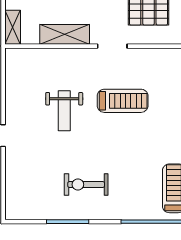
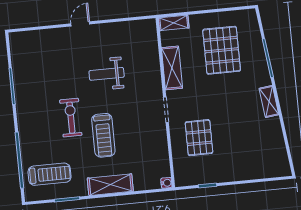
treadmill: (123, 101) -> (103, 135), moved
exercise bike: (86, 185) -> (71, 118), moved

